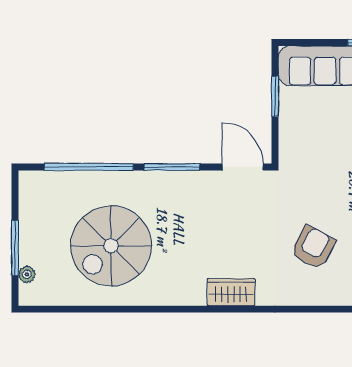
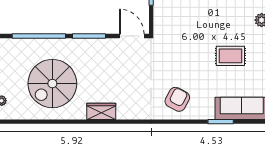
armchair: (313, 247) -> (177, 99), moved
wardrobe: (231, 292) -> (101, 111), moved

